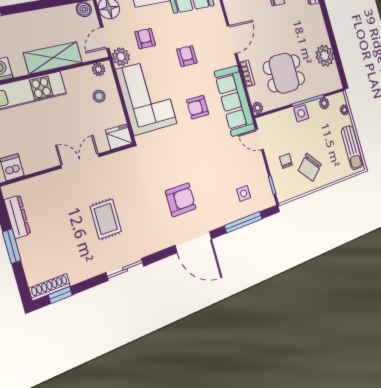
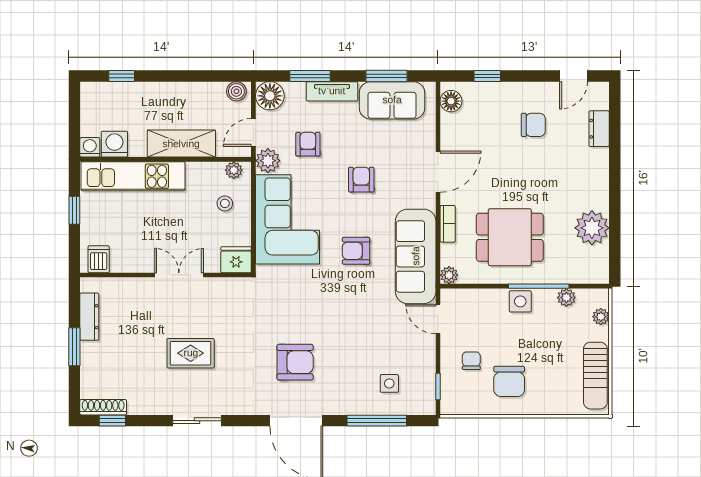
chair: (310, 167) -> (509, 381), turned -49
rug: (106, 219) -> (191, 353), turned 90

